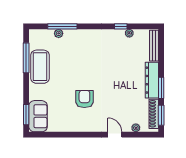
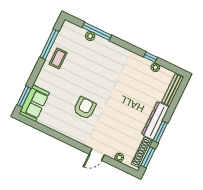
coffee table: (40, 67) -> (58, 58), width x0.54, depth x0.58
door: (115, 135) -> (97, 155), swing flipped

